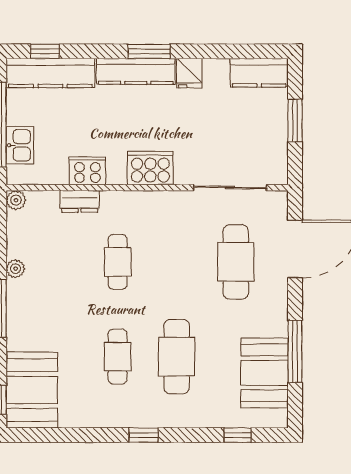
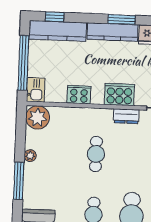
kitchen sink: (20, 145) -> (36, 90), moved
plant: (16, 200) -> (38, 117), width x1.88, depth x1.88
dresser: (80, 201) -> (126, 116), moved

